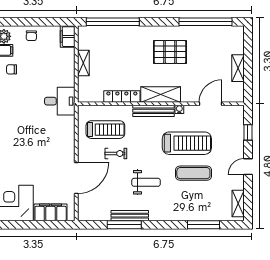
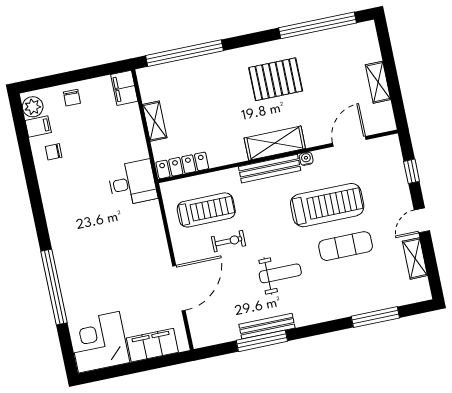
locker: (122, 96) -> (182, 165), moved
shelving: (238, 203) -> (415, 258), moved

